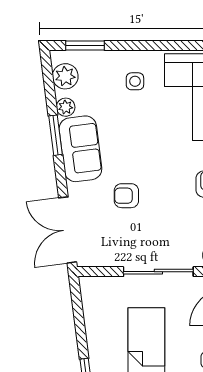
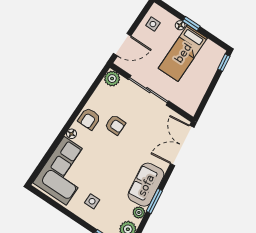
armchair: (126, 196) -> (115, 125), moved
double door: (68, 230) -> (182, 145), swing flipped

